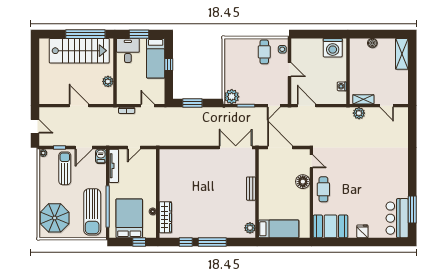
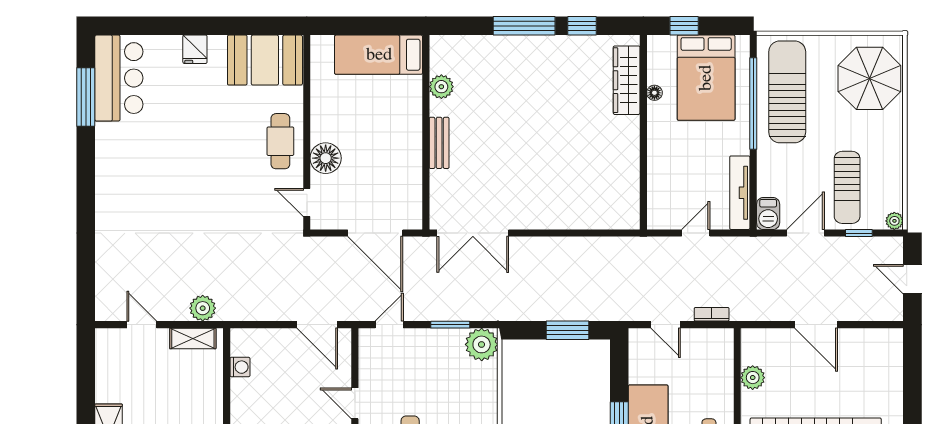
plant: (250, 228) -> (441, 87), moved

